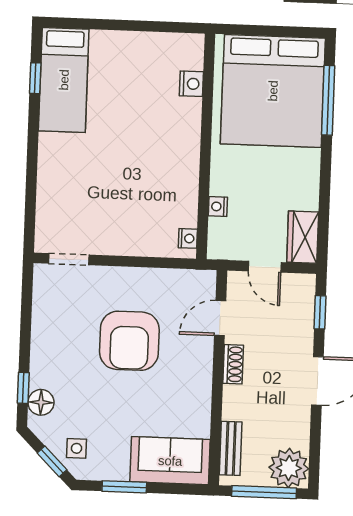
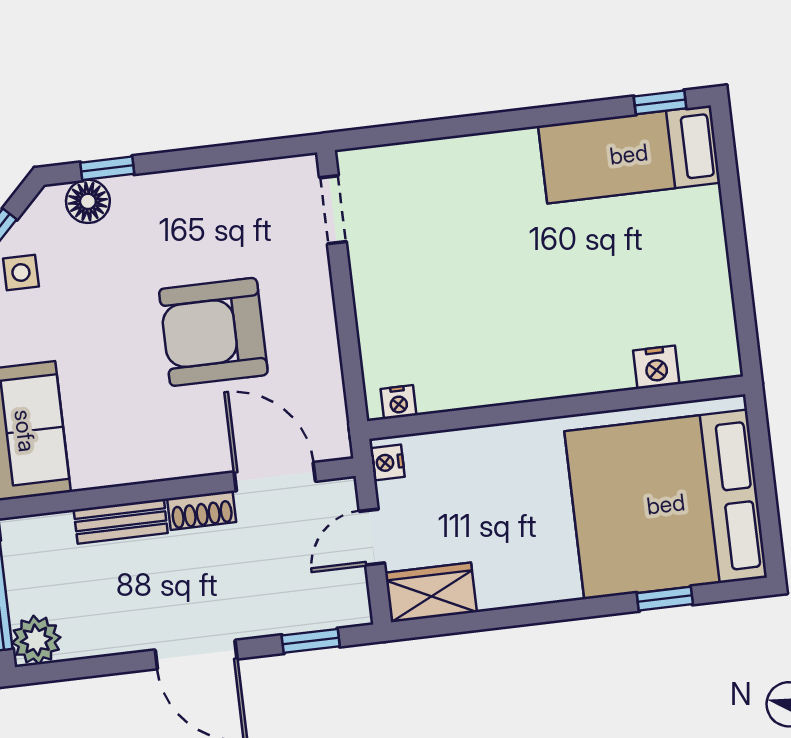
window: (35, 78) -> (660, 102), moved
window: (328, 100) -> (665, 599), width x0.46
nightstand: (218, 206) -> (387, 463), moved, turned -90
door: (220, 318) -> (275, 477), width x1.38
bench: (231, 448) -> (121, 521), moved
plant: (289, 468) -> (36, 640), width x0.73, depth x0.73

